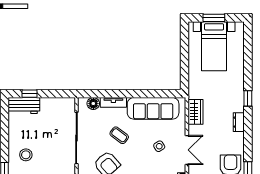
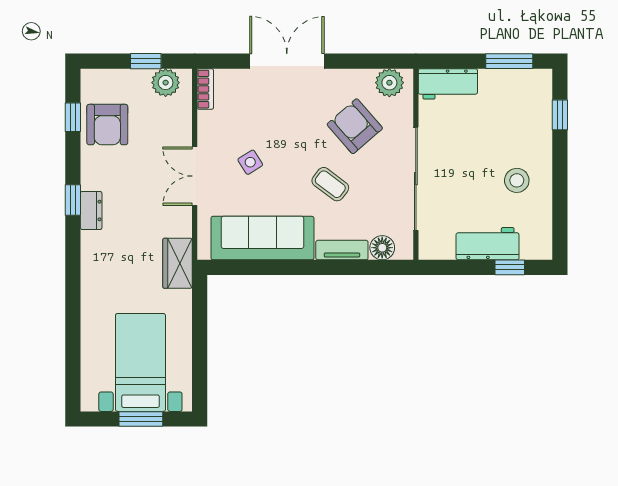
window: (248, 98) -> (73, 200), moved
workbench: (24, 106) -> (488, 244), moved
wardrobe: (196, 112) -> (178, 263), moved
double door: (187, 150) -> (195, 176), moved
stool: (26, 155) -> (517, 180), moved

